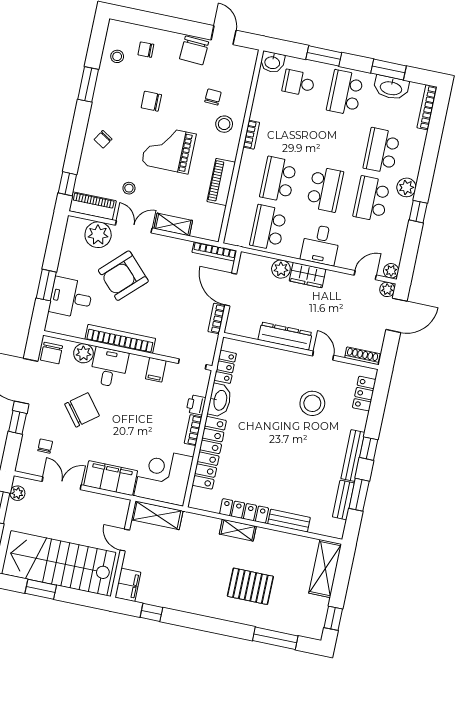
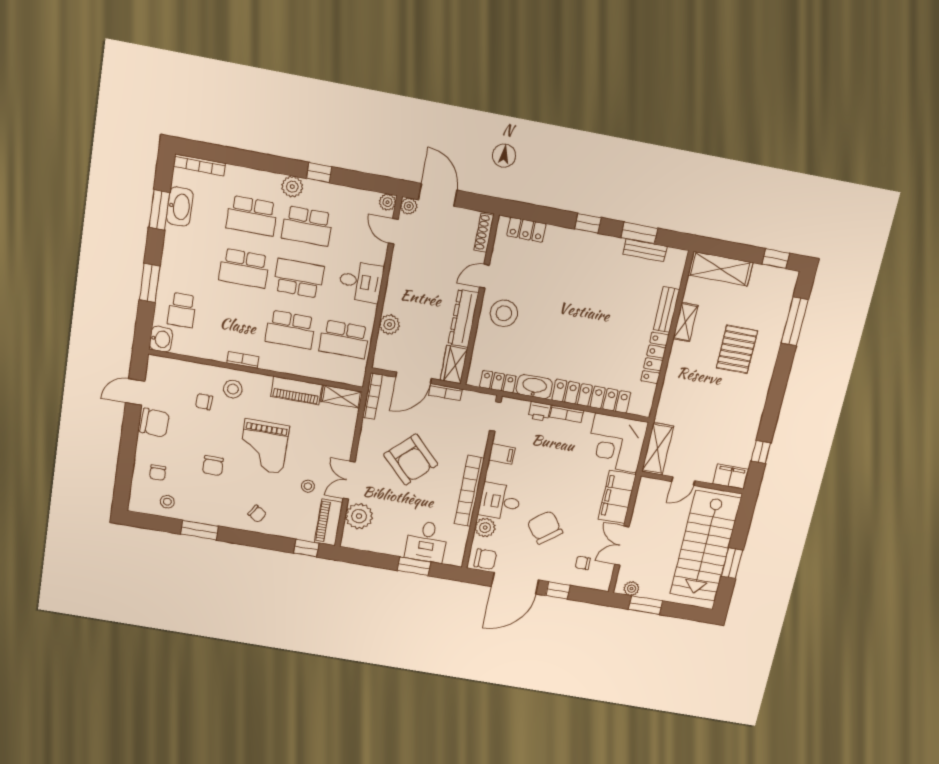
school desk: (345, 93) -> (244, 268), moved
shelving: (173, 225) -> (342, 397), moved, turned 90
wardrobe: (308, 275) -> (454, 365), moved, turned 180
armchair: (123, 276) -> (411, 460), moved
stool: (312, 403) -> (504, 313), moved
bench: (353, 455) -> (596, 241), removed
shelving: (238, 530) -> (686, 322), moved

